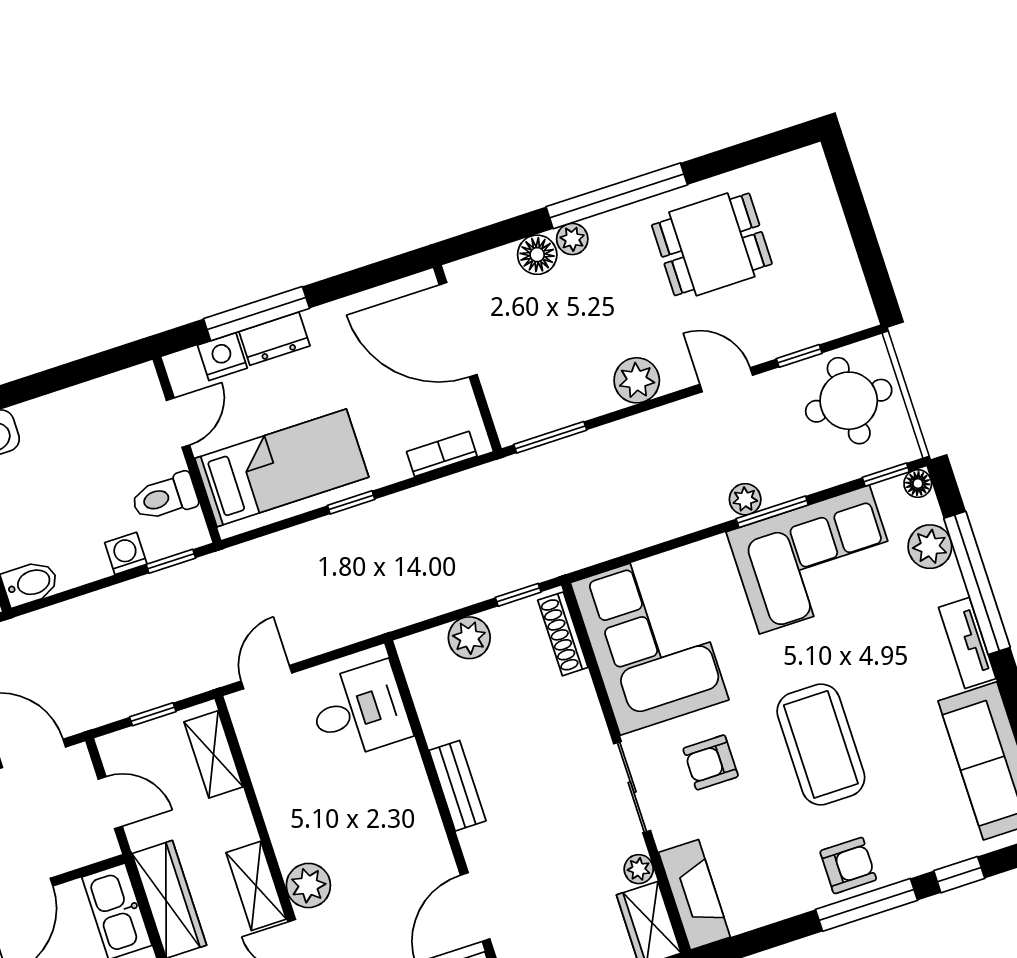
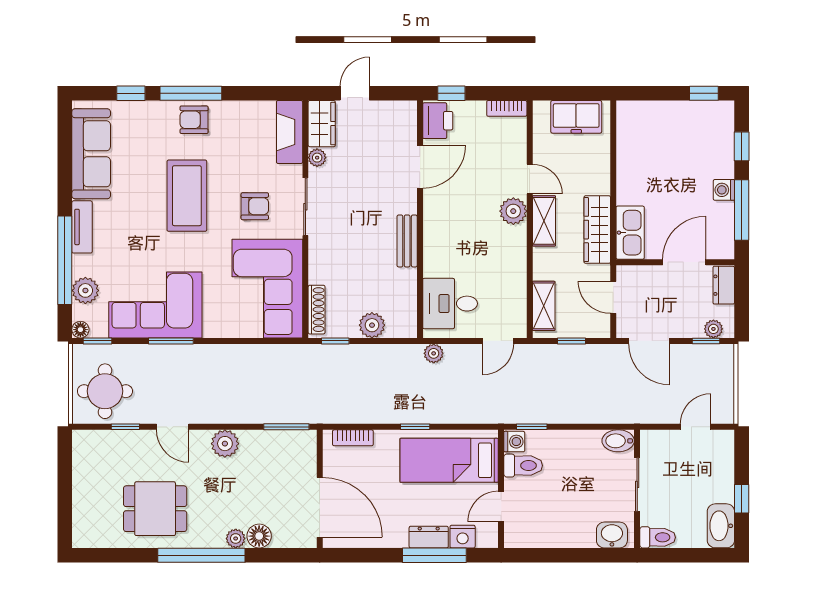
plant: (745, 499) -> (434, 353), moved
washing machine: (126, 553) -> (514, 442), moved, turned -90

